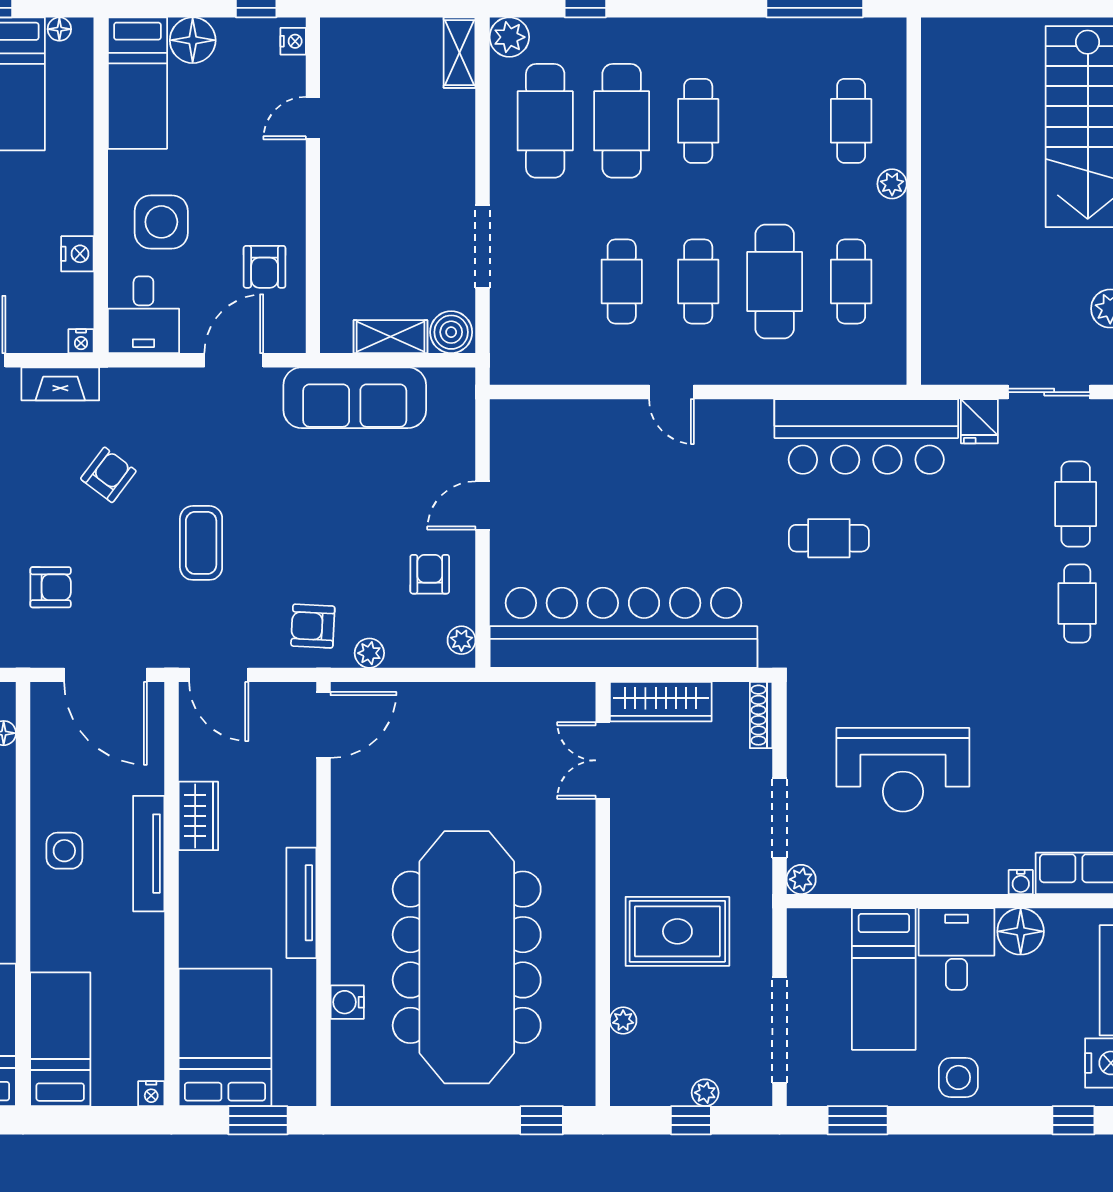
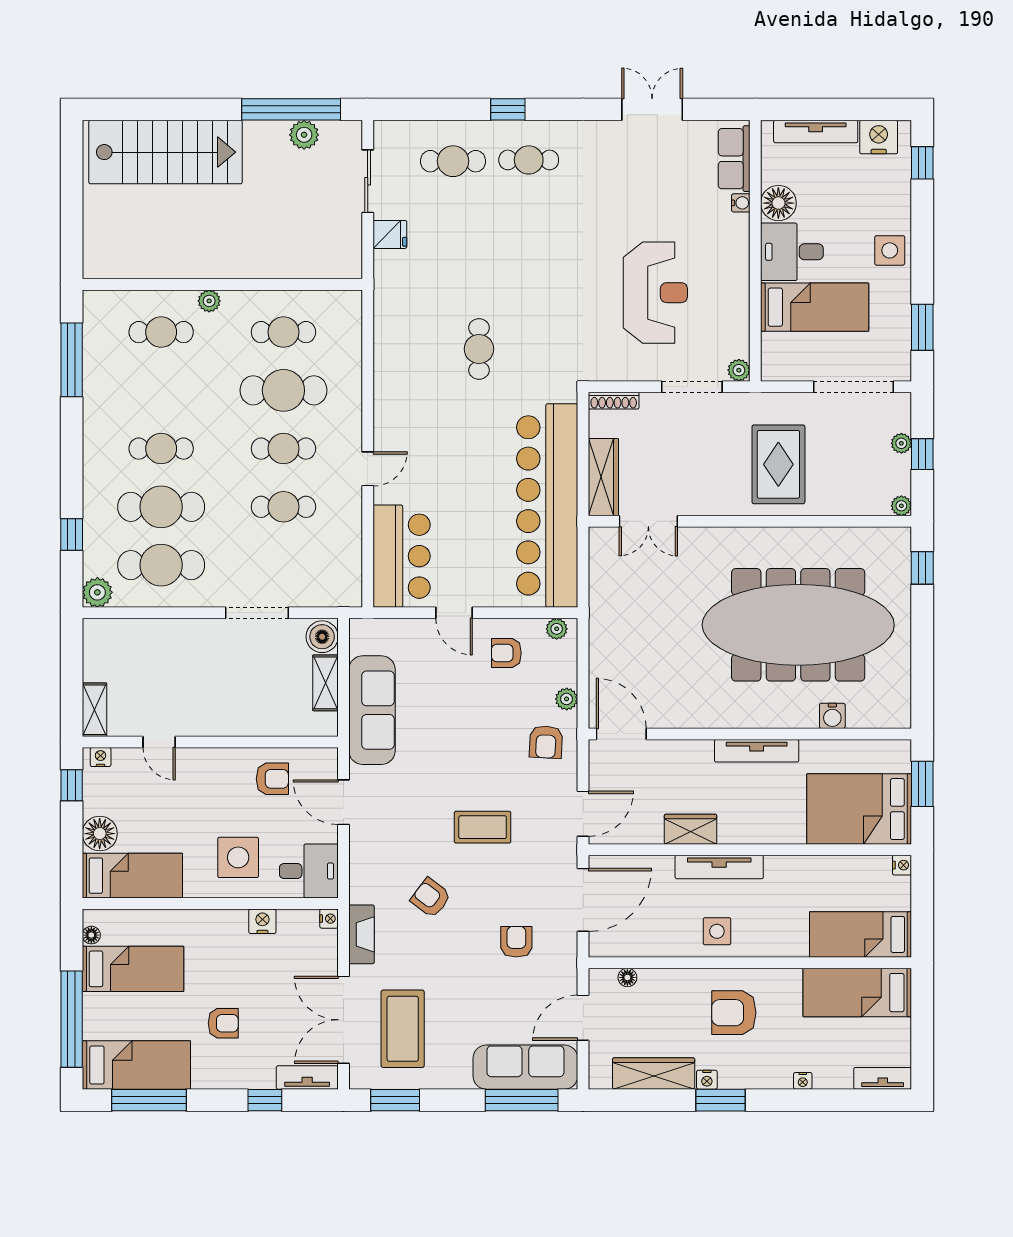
shelving: (460, 53) -> (94, 710), moved, turned 90
bar counter: (866, 437) -> (402, 556), moved, width x0.73
plant: (623, 1020) -> (901, 506), moved

